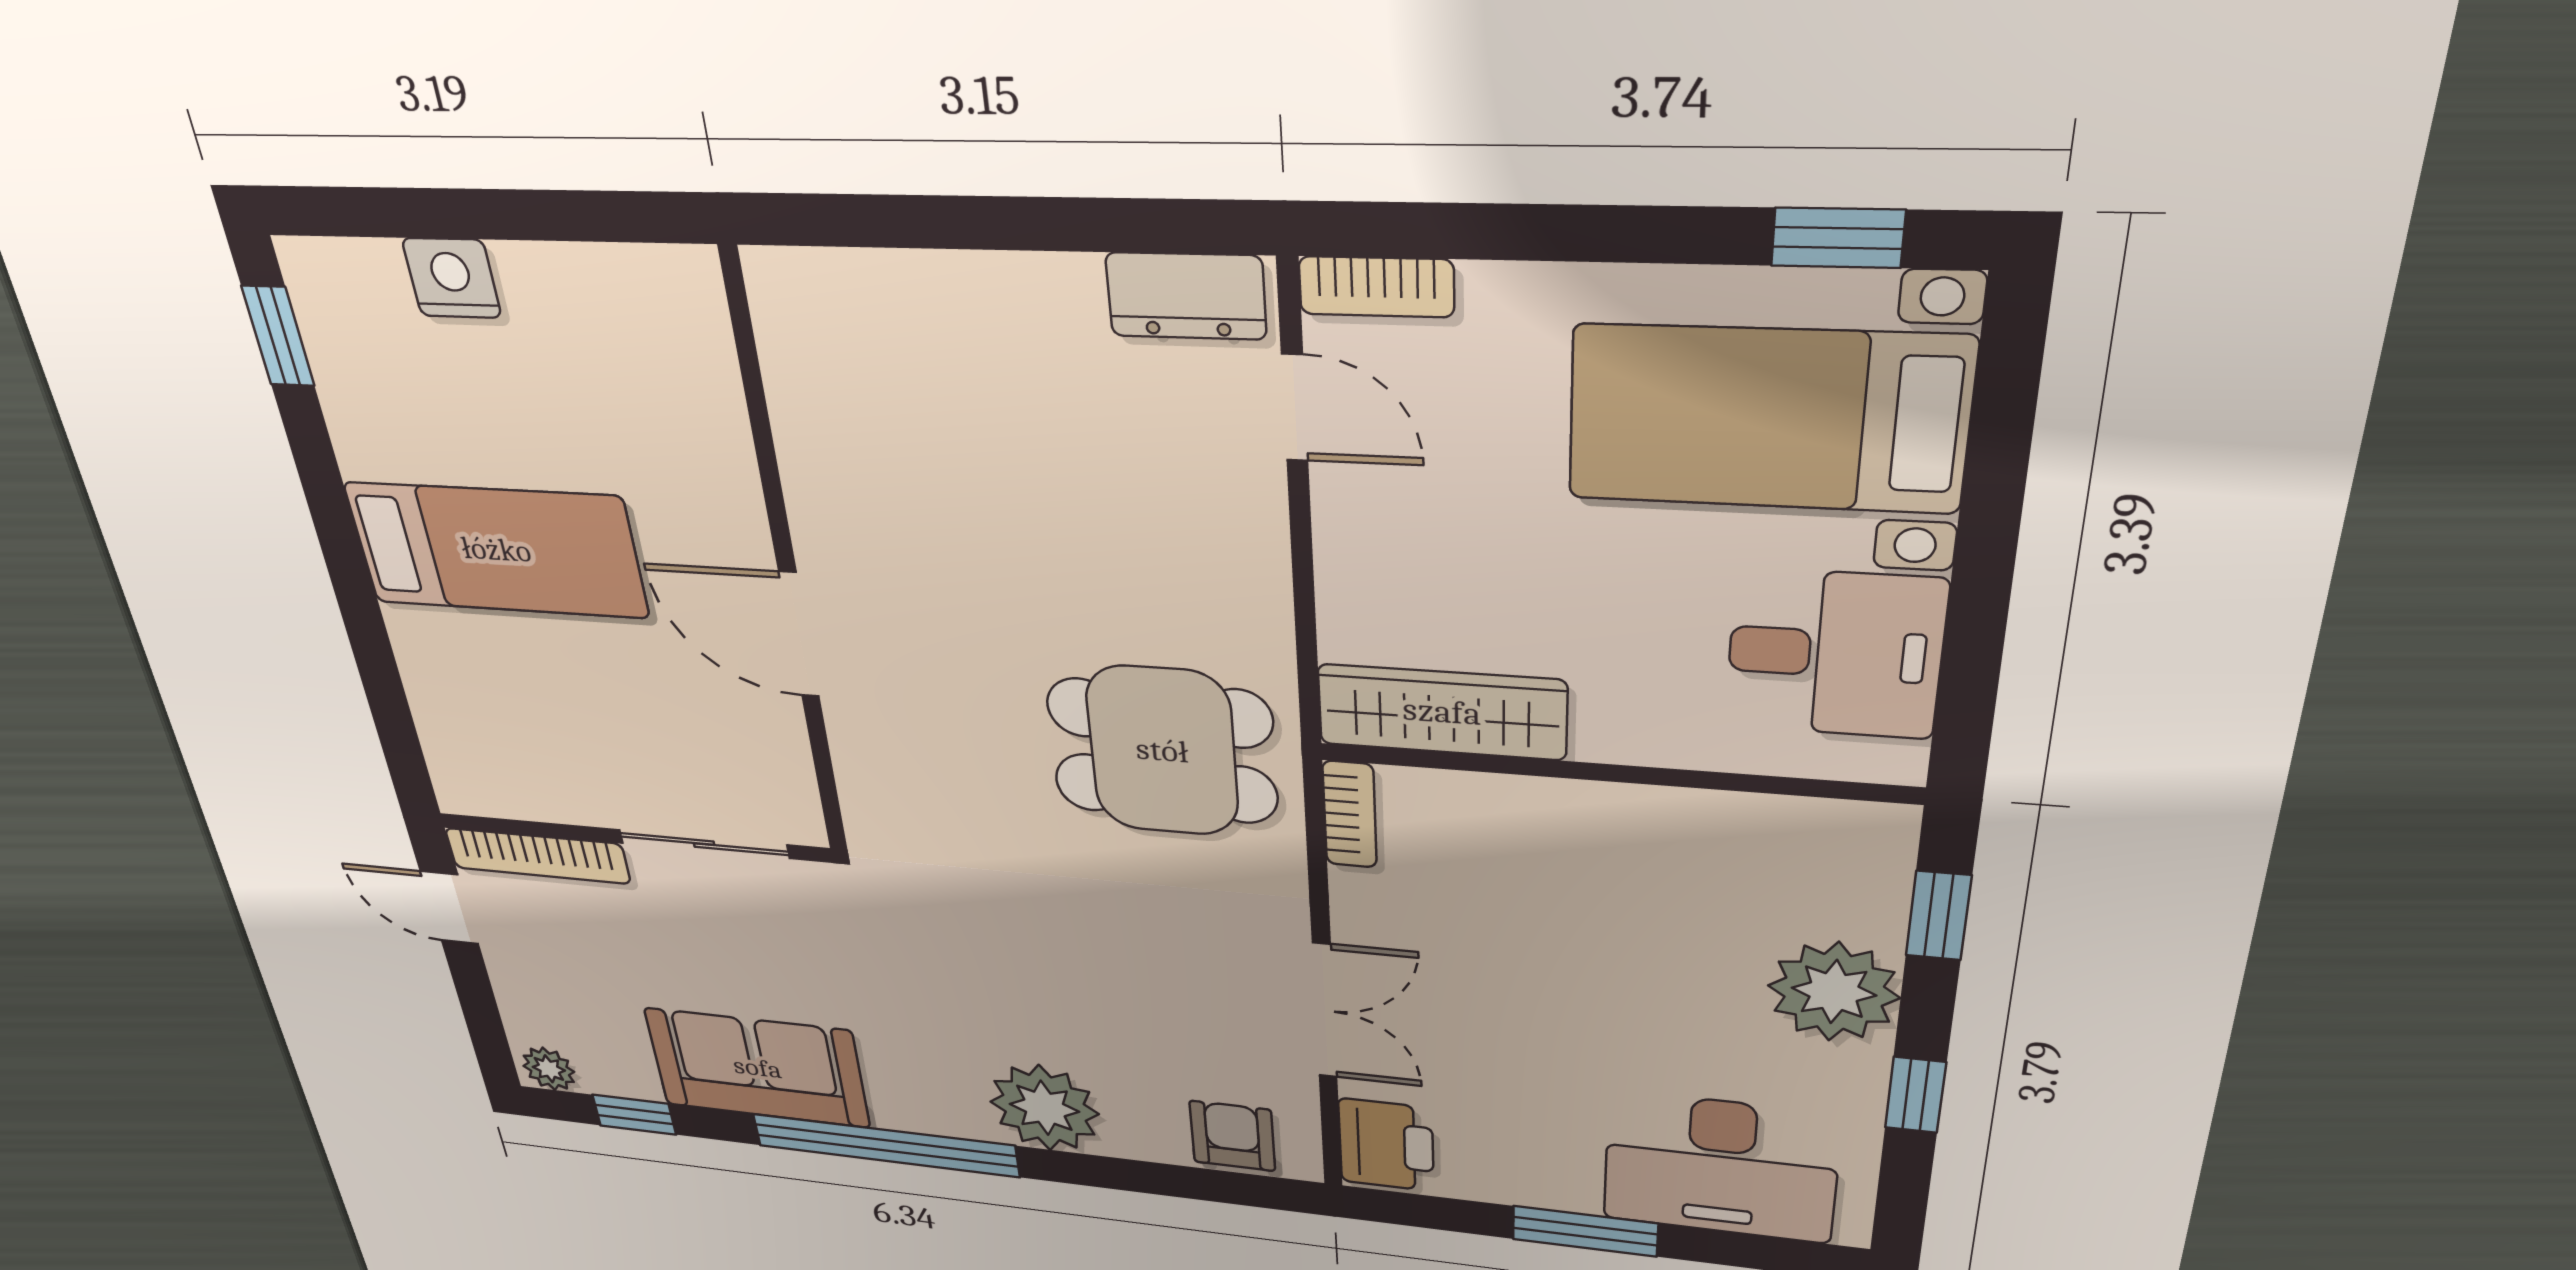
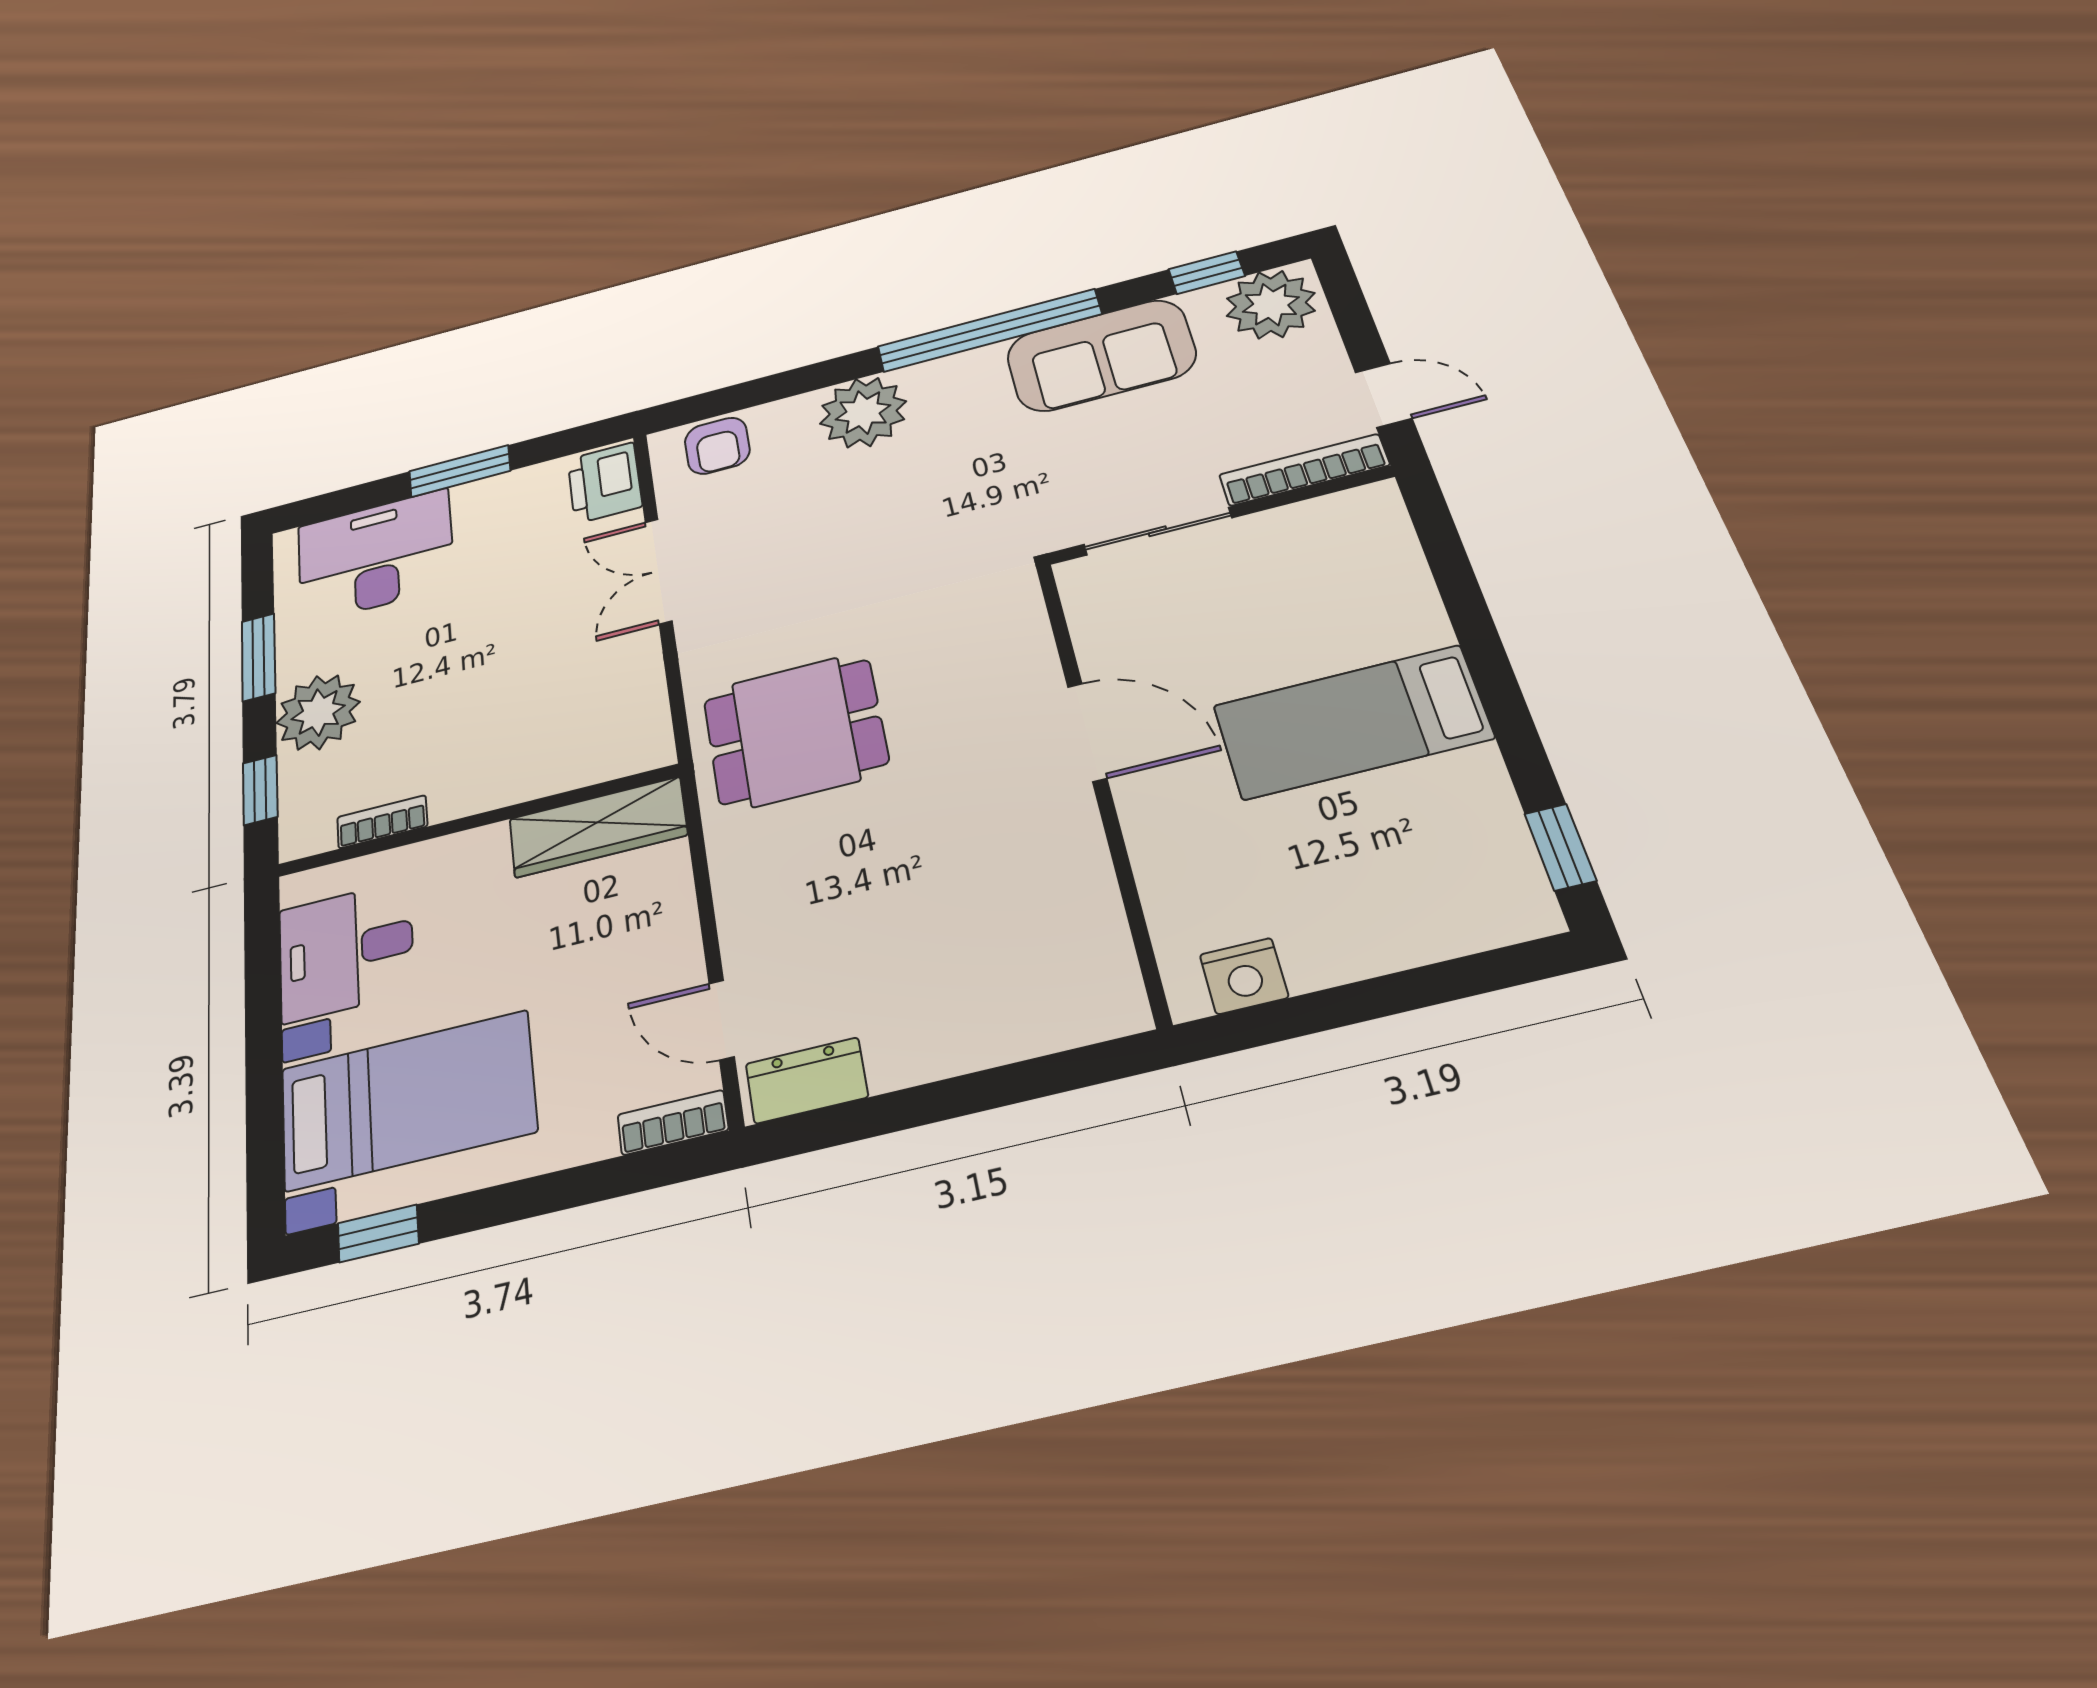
nightstand: (452, 278) -> (1244, 976), moved
bookcase: (1350, 814) -> (382, 822), moved, turned 90
plant: (549, 1069) -> (1271, 305), width x1.88, depth x1.88
window: (1915, 1095) -> (258, 657), width x1.50

